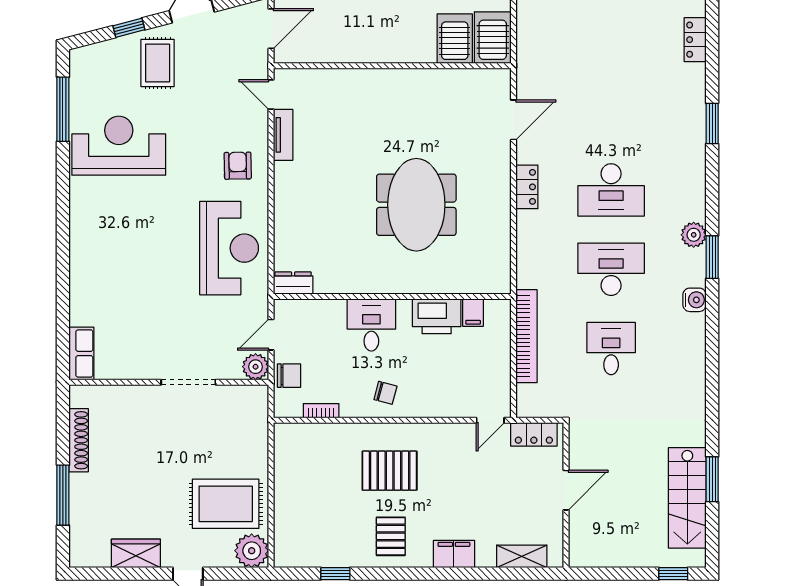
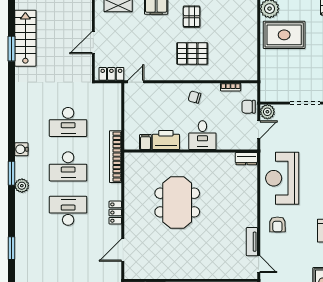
bookcase: (527, 336) -> (115, 157), moved
desk: (611, 349) -> (68, 122), width x1.37

